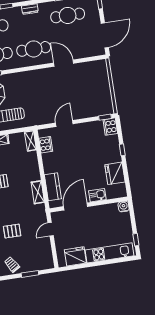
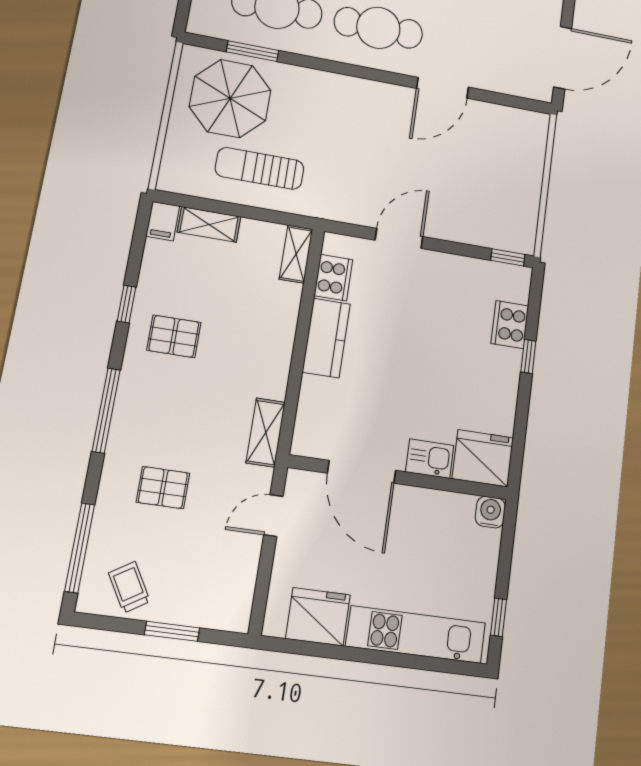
door: (64, 63) -> (443, 88), swing flipped
cooker: (110, 127) -> (510, 325), moved
fridge: (115, 173) -> (483, 458), moved, turned 90
kitchen counter: (53, 187) -> (326, 338), moved
shelving: (38, 192) -> (266, 433), moved
door: (76, 207) -> (362, 472), swing flipped

